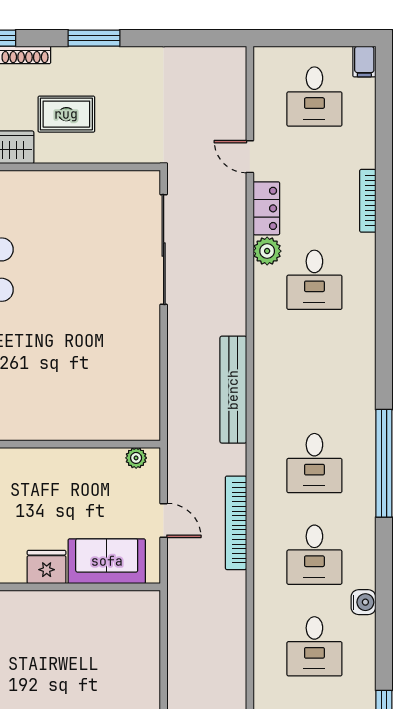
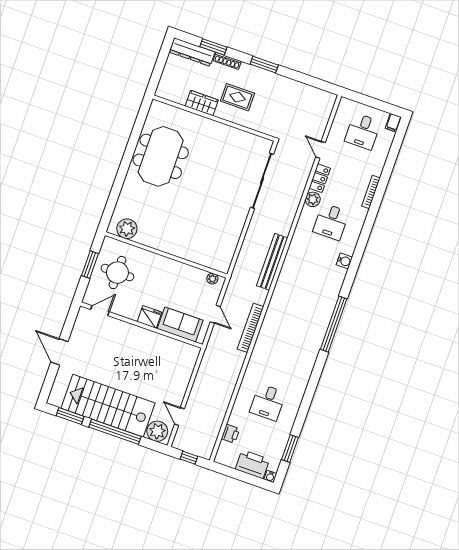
desk: (314, 463) -> (299, 312), removed
desk: (314, 555) -> (284, 357), removed
water cooler: (363, 602) -> (344, 261), moved

